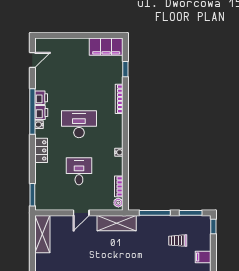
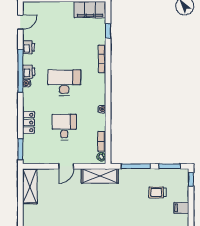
printer: (41, 98) -> (29, 47), moved
locker: (41, 150) -> (29, 122), moved

